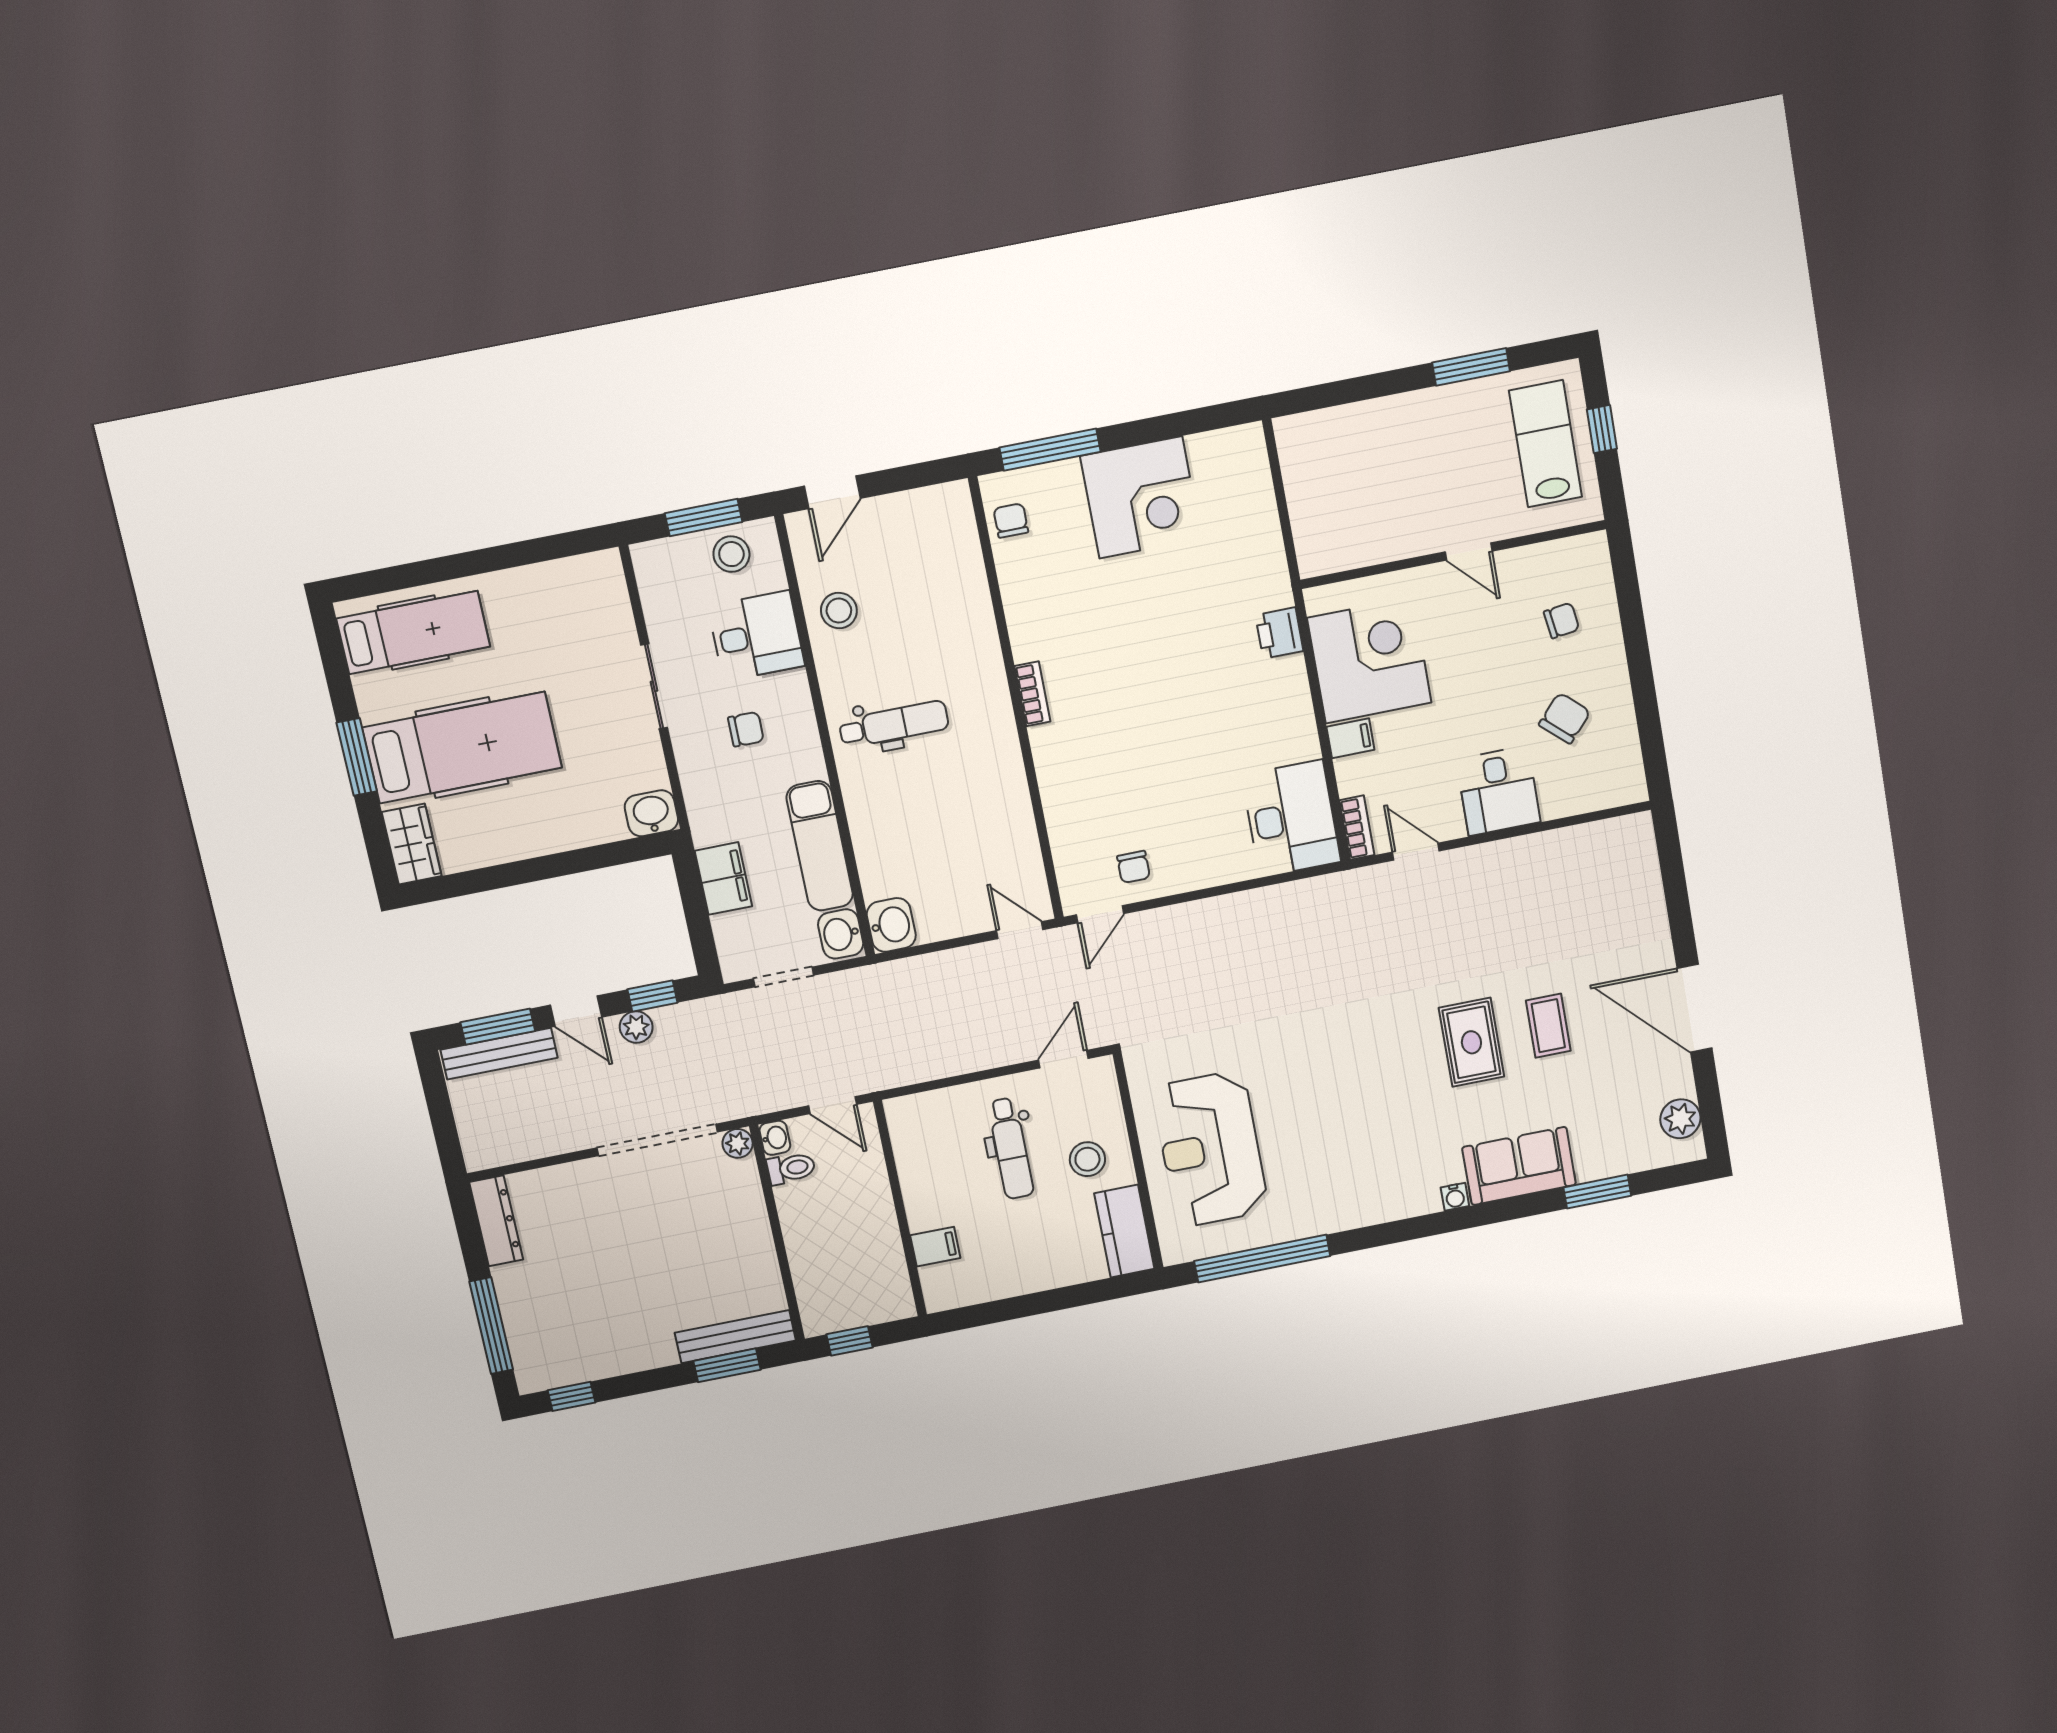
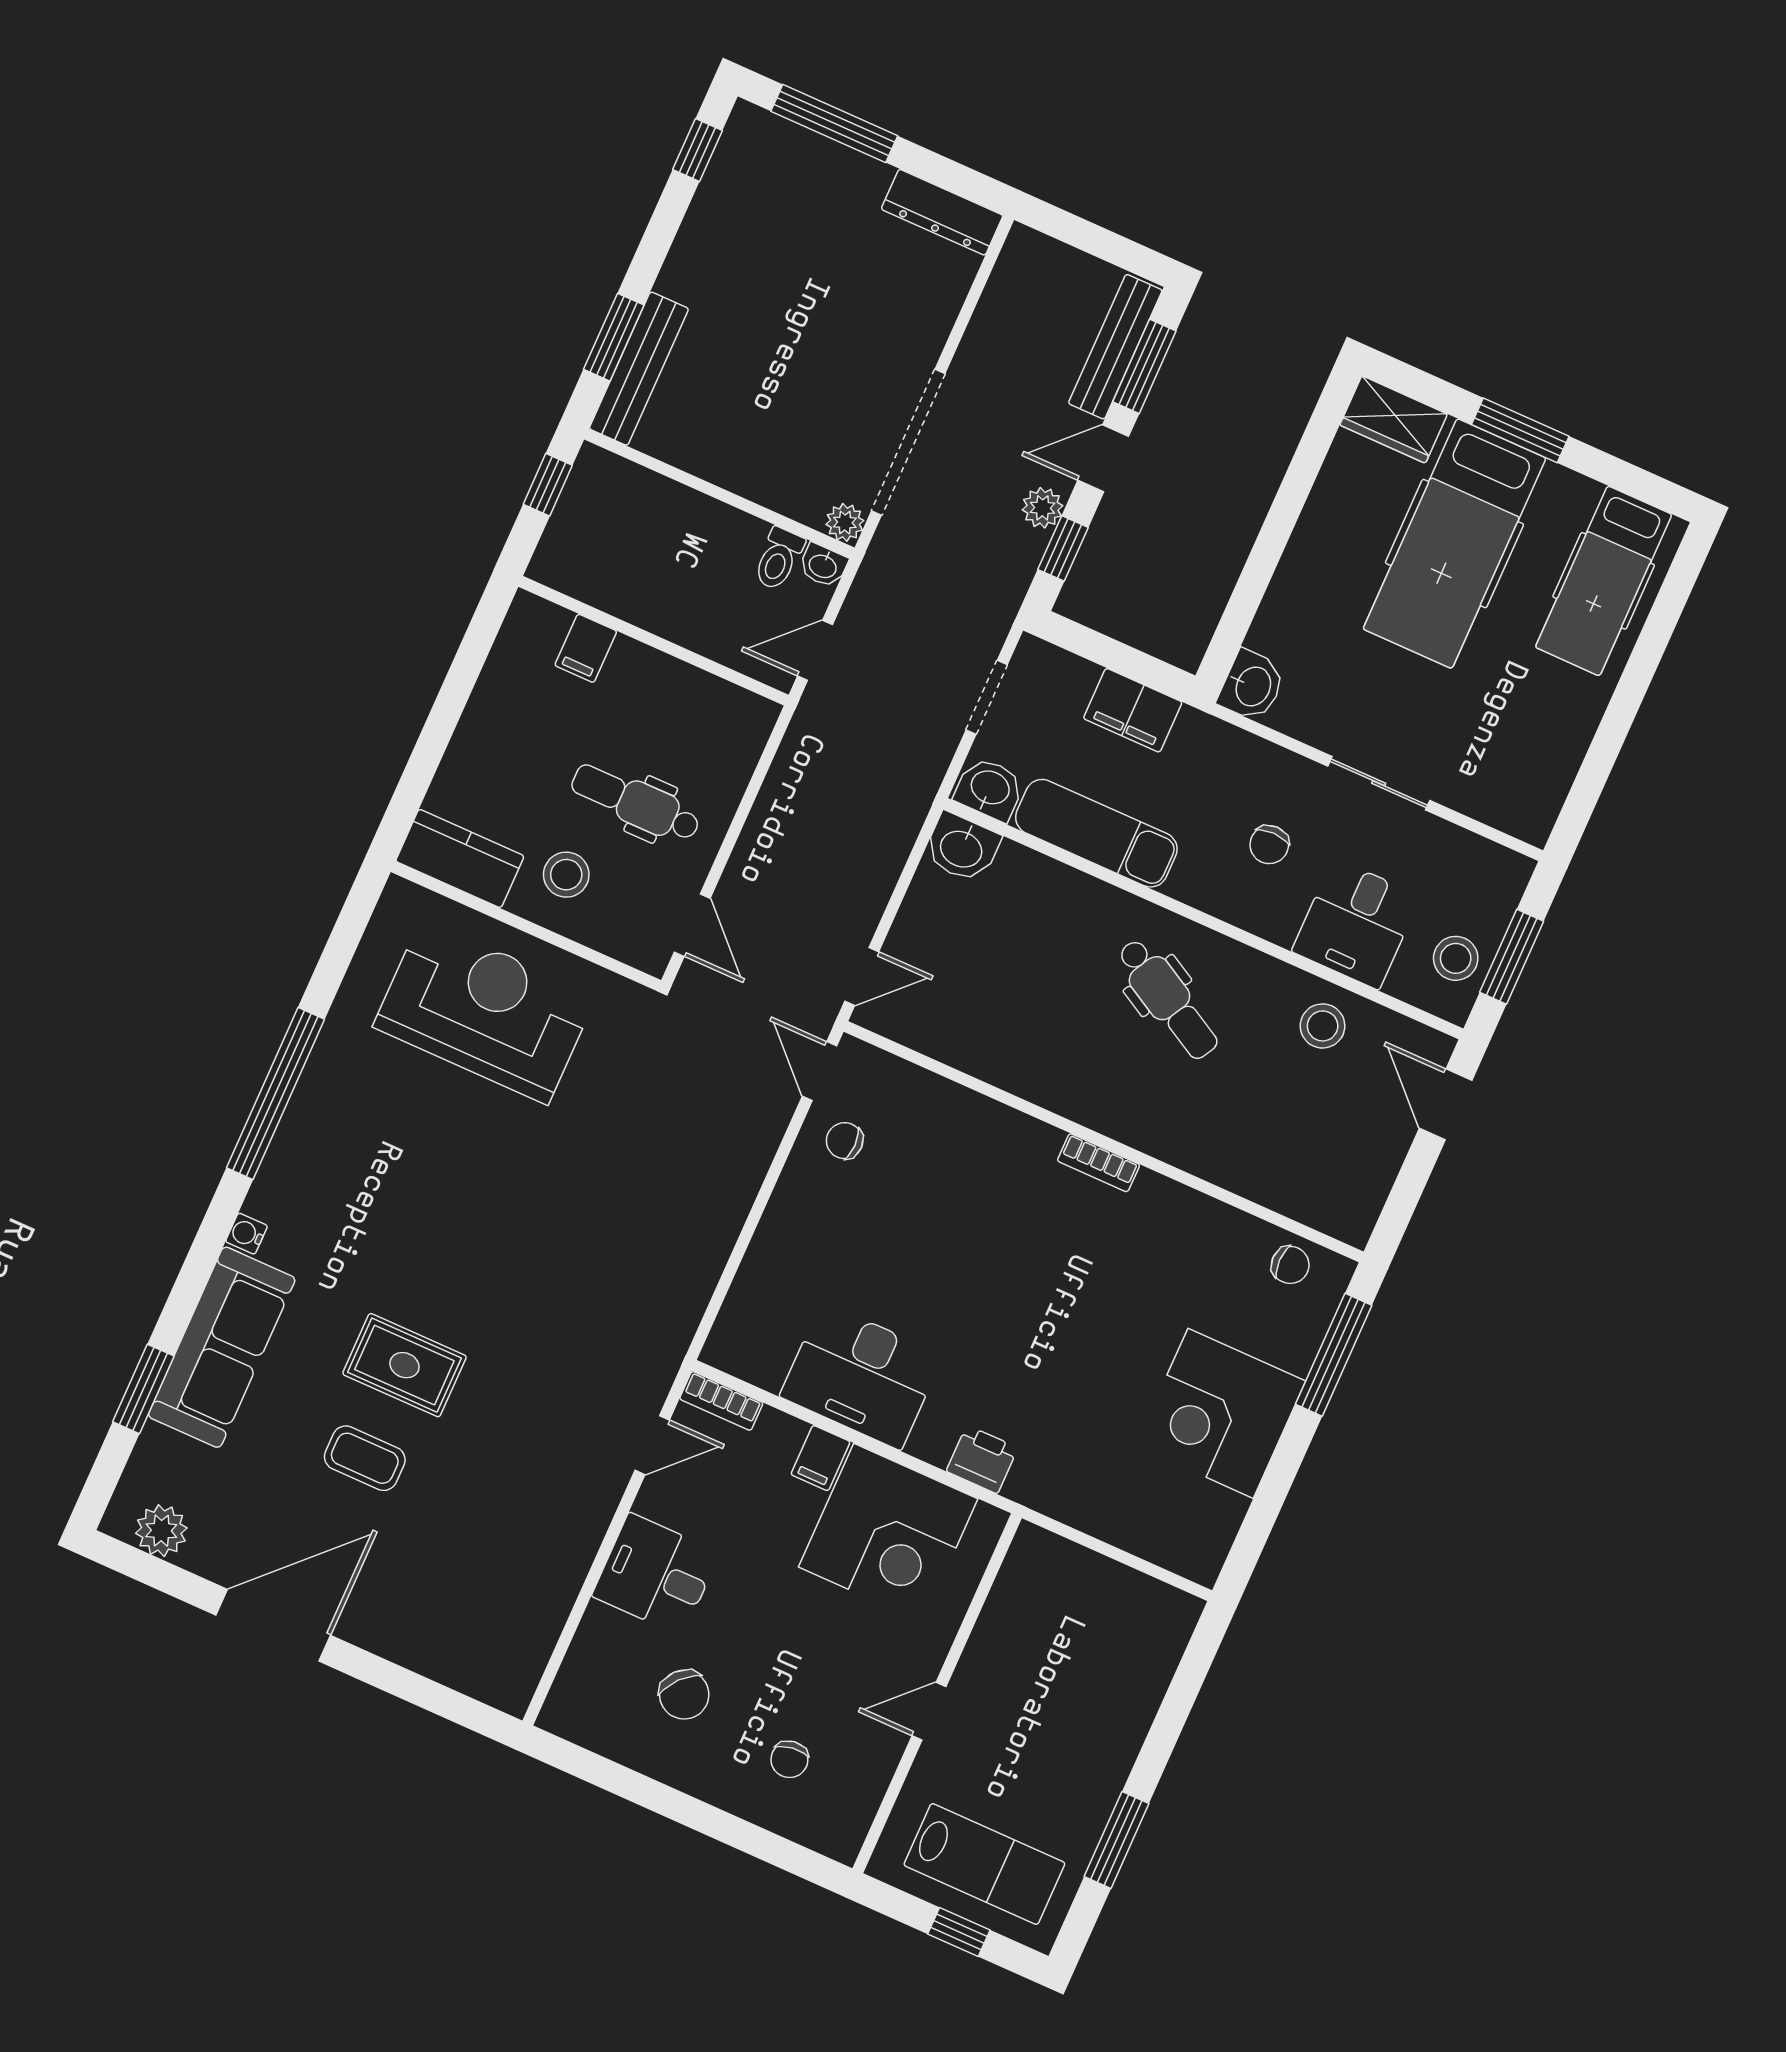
dental chair: (894, 724) -> (1168, 999), turned -61
desk: (1291, 819) -> (861, 1376), moved
sofa: (1519, 1166) -> (222, 1347), width x1.36
window: (1262, 1258) -> (275, 1093), moved

